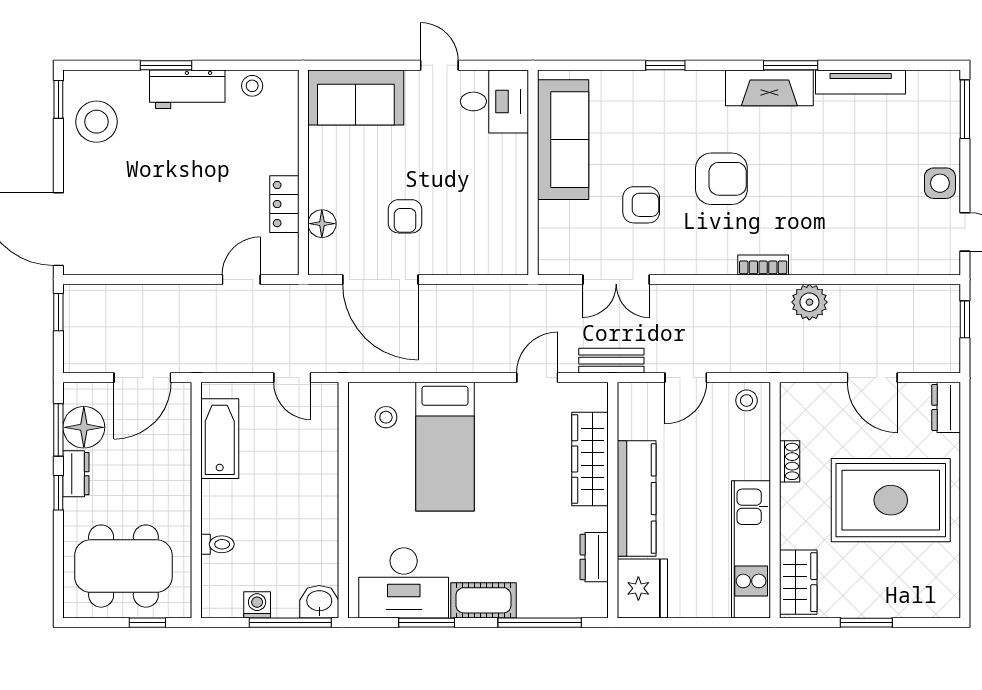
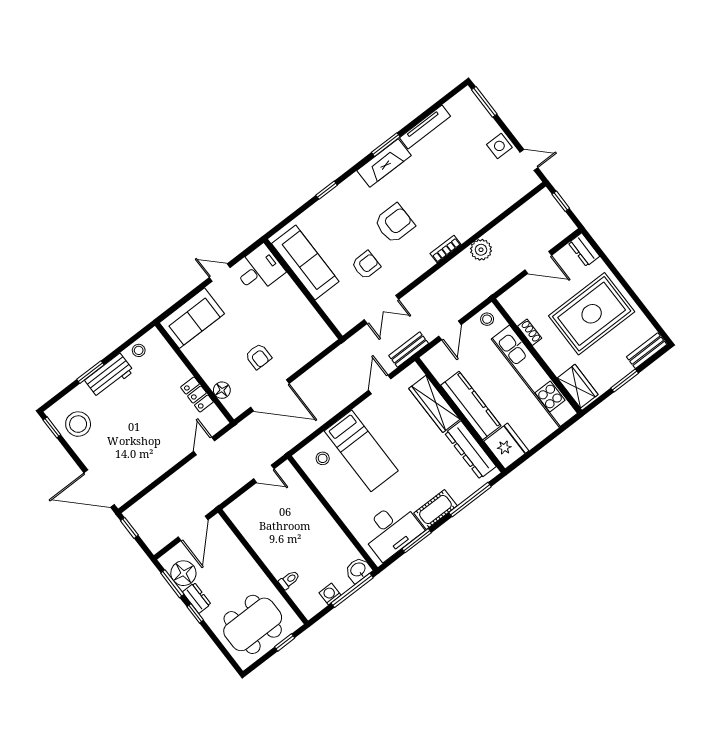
bathtub: (220, 439) -> (252, 529), removed
kitchen unit: (751, 549) -> (534, 376), width x1.36
dresser: (594, 557) -> (470, 450), width x1.96, depth x1.24
bench: (926, 605) -> (647, 351), added

